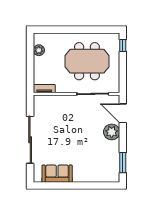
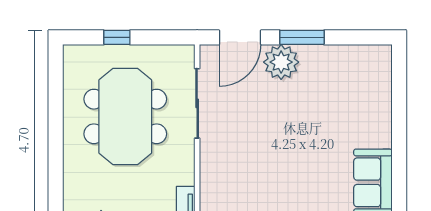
window: (123, 45) -> (117, 37), moved
window: (123, 163) -> (302, 37), moved

